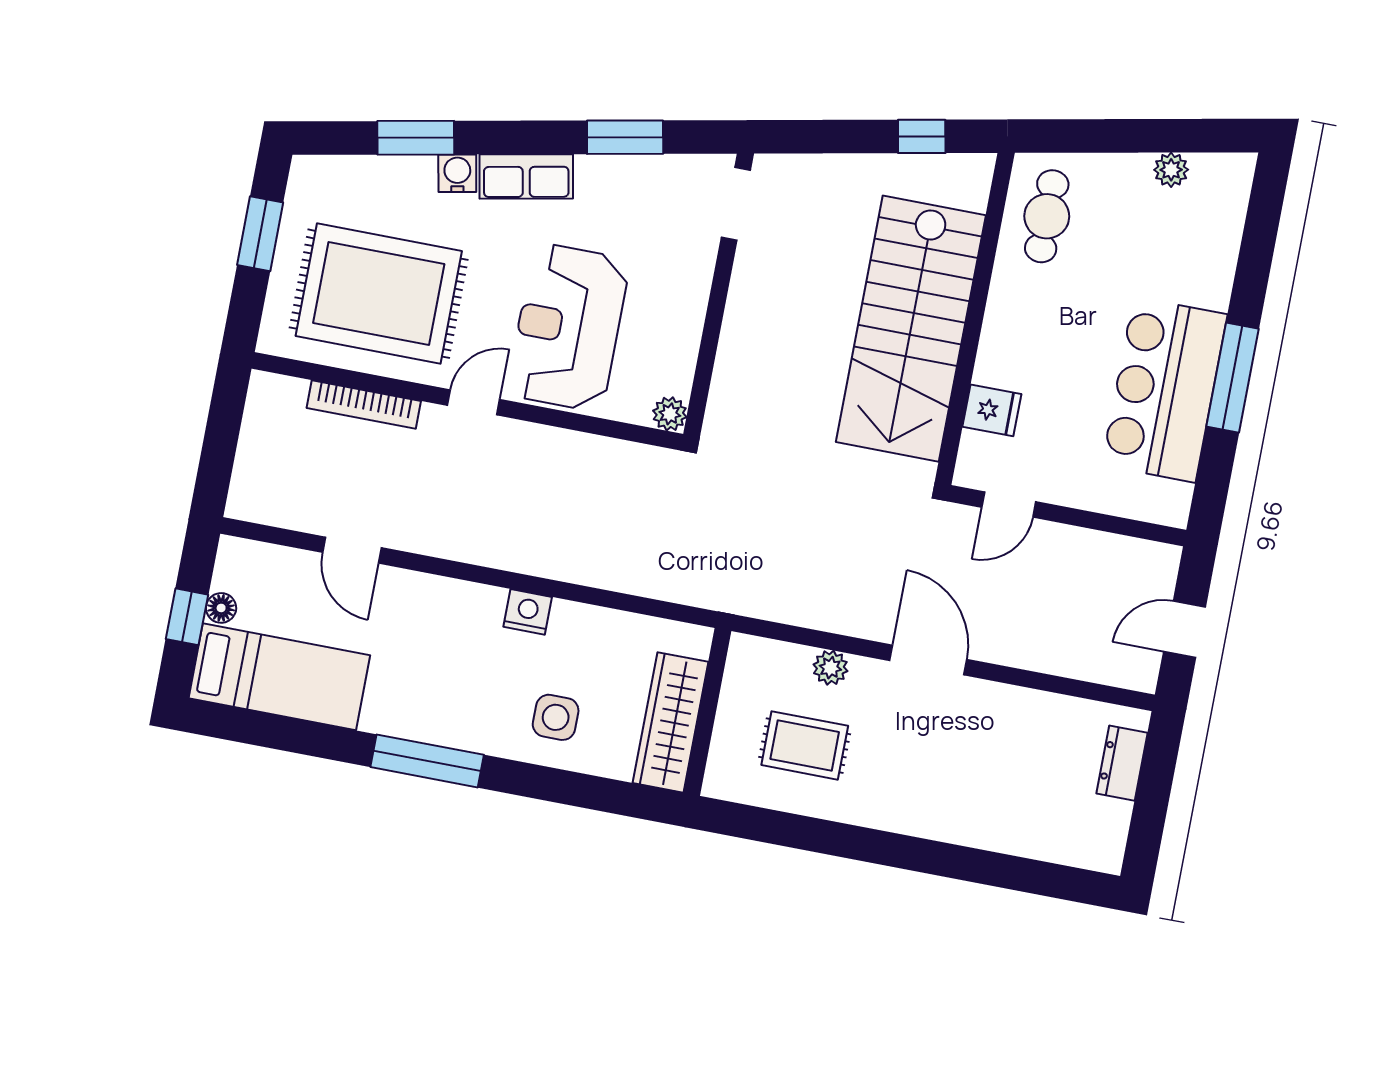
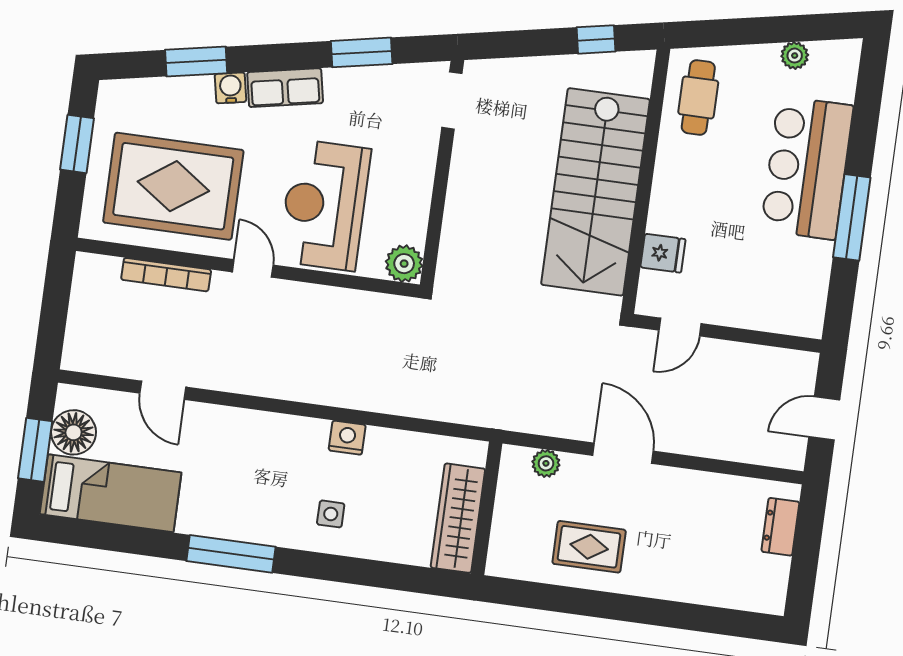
bar counter: (1164, 390) -> (807, 168), moved
door: (474, 402) -> (253, 268), hinge flipped
plant: (670, 414) -> (404, 264), width x1.38, depth x1.38
floor lamp: (221, 608) -> (74, 432), width x1.89, depth x1.89
nightstand: (528, 612) -> (347, 438), moved
window: (187, 617) -> (35, 450), width x1.50
wall: (707, 712) -> (487, 508), moved
side table: (556, 717) -> (331, 514), width x0.73, depth x0.73
wardrobe: (670, 722) -> (458, 518), moved
rug: (805, 745) -> (589, 547), moved

